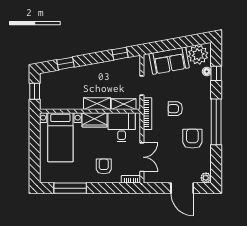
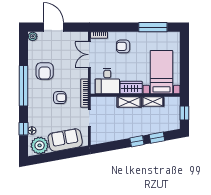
window: (120, 54) -> (137, 141), moved
shelving: (124, 104) -> (153, 102), moved
armchair: (104, 166) -> (123, 46), turned 90

